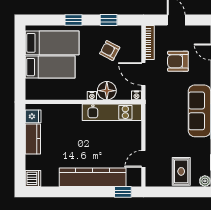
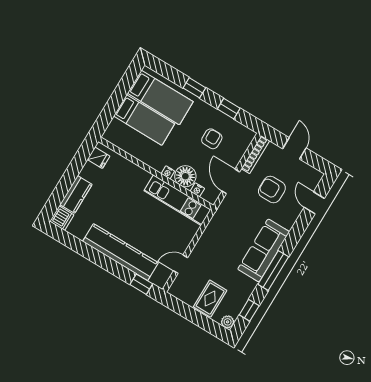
armchair: (110, 50) -> (212, 139), turned 62
nightstand: (136, 95) -> (197, 190), moved
kitchen counter: (33, 139) -> (76, 194), moved

